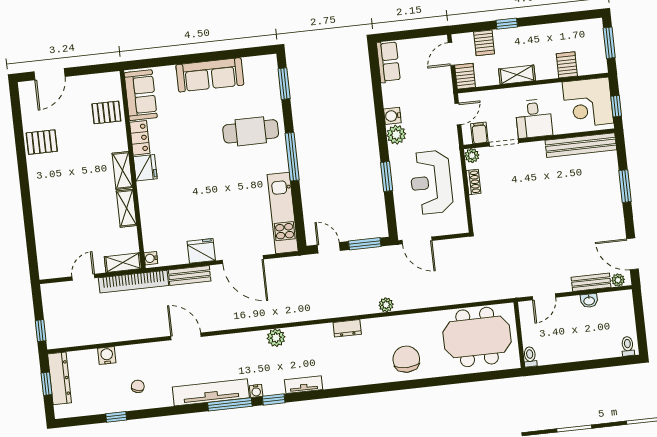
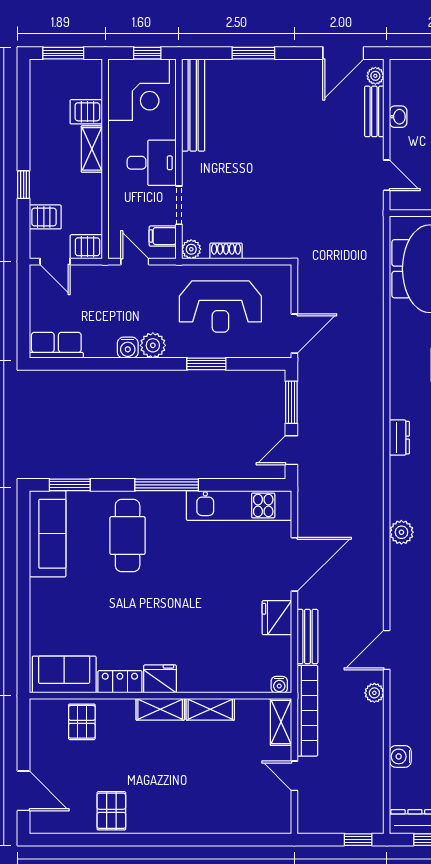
sofa: (210, 75) -> (48, 534), moved
shelving: (517, 75) -> (92, 149), moved
plant: (386, 305) -> (374, 693), moved

